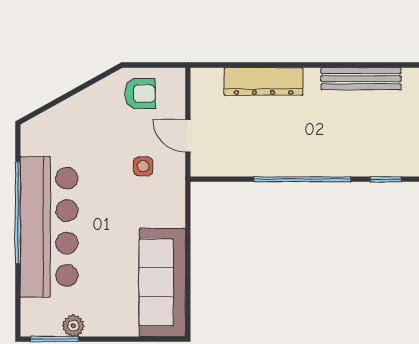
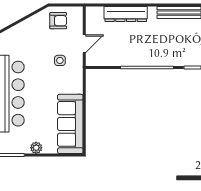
door: (188, 136) -> (84, 44), swing flipped
plant: (73, 326) -> (36, 148), moved

